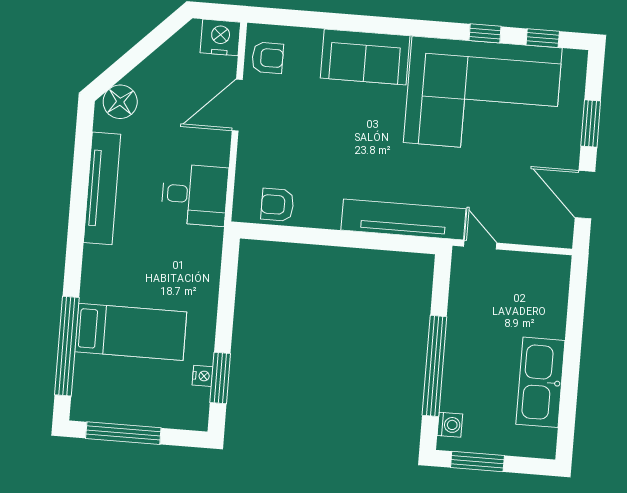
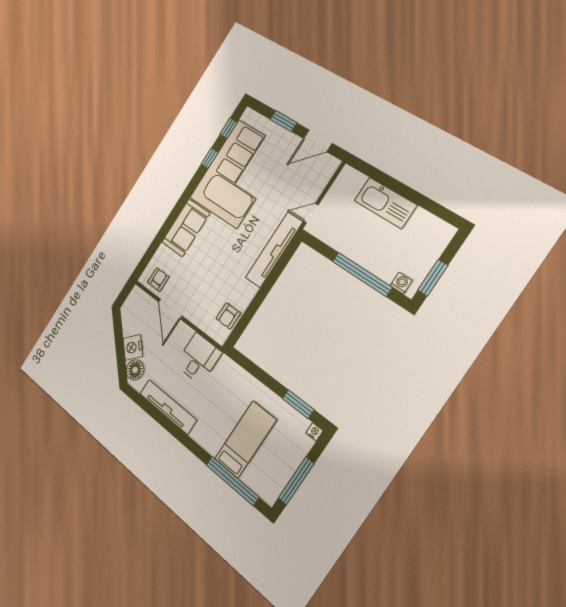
nightstand: (220, 37) -> (133, 347), moved, turned -45
nightstand: (203, 376) -> (314, 432), moved
kitchen sink: (540, 382) -> (385, 203), moved

